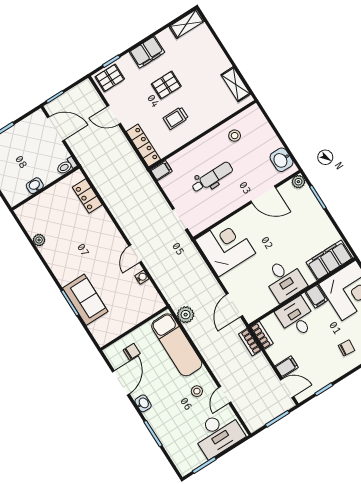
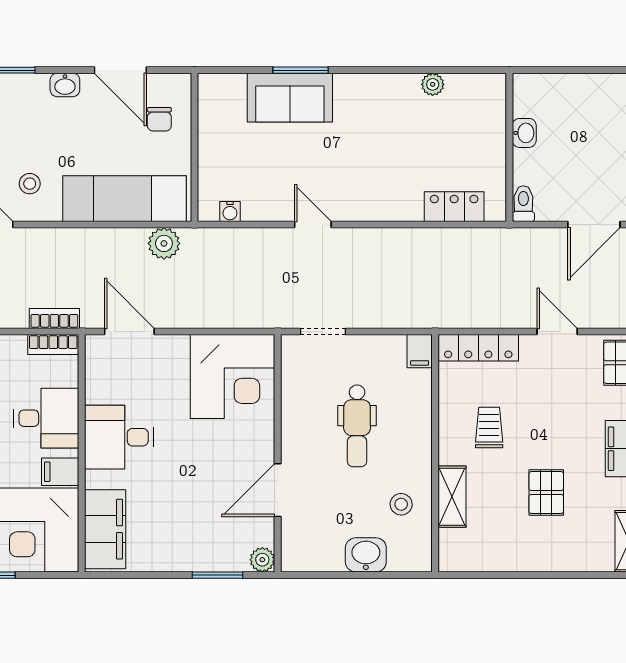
shelving: (236, 84) -> (452, 497), moved, turned 90
pallet: (166, 85) -> (546, 493), moved
door: (114, 115) -> (557, 331), hinge flipped
washbasin: (281, 160) -> (366, 555), moved
water cooler: (142, 277) -> (230, 212), moved

